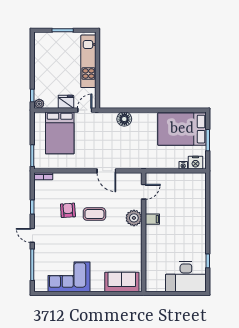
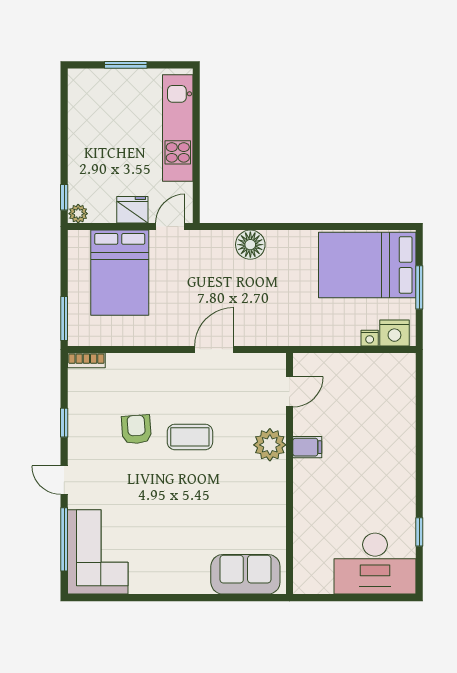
door: (106, 171) -> (214, 349), swing flipped
corner sofa: (69, 277) -> (98, 552), moved, turned 90

